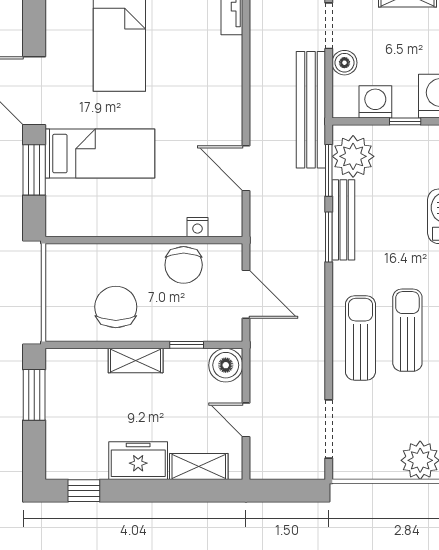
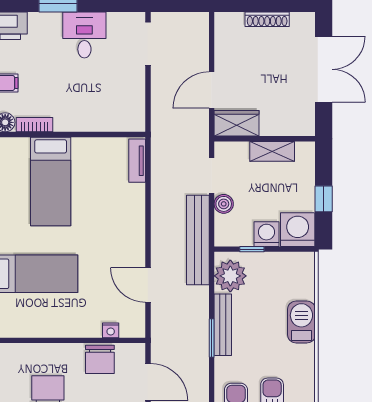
washing machine: (375, 102) -> (266, 234), moved
window: (405, 121) -> (252, 249), moved
window: (329, 170) -> (212, 287), removed

